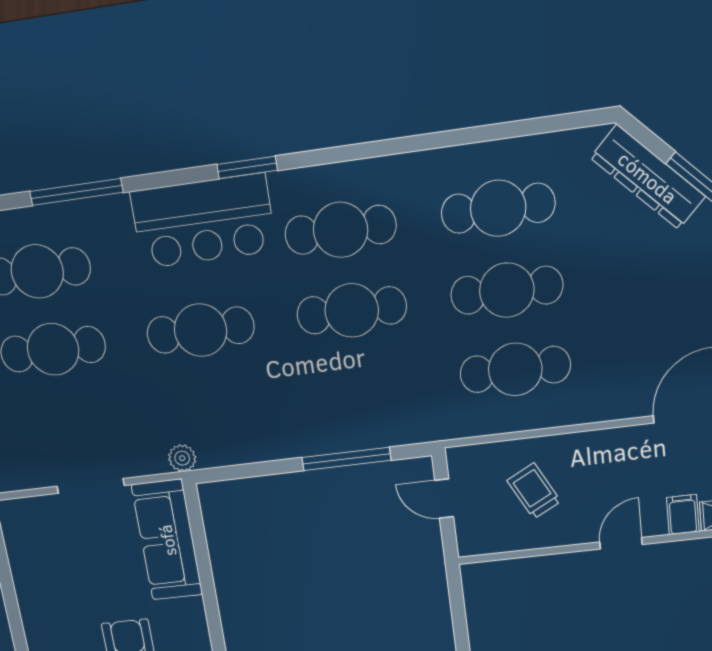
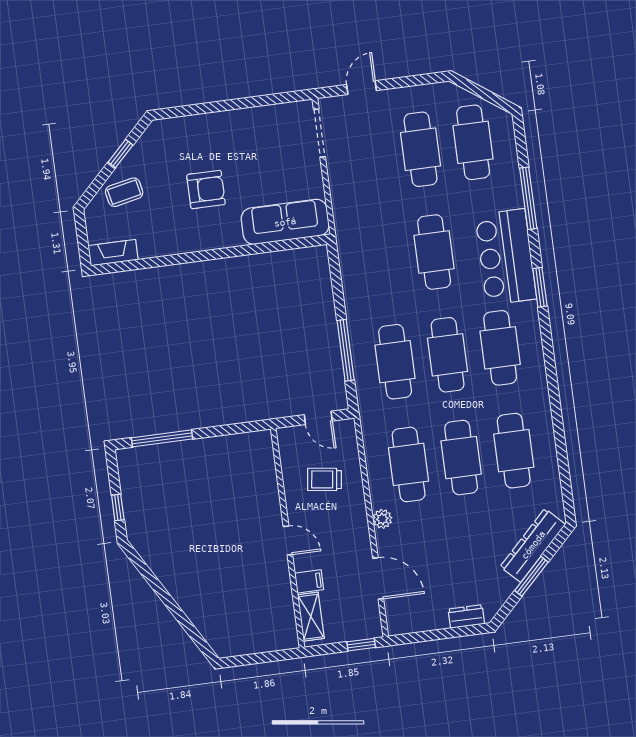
window: (76, 192) -> (528, 198), moved
cafe table: (363, 388) -> (395, 362), added
plant: (182, 458) -> (382, 519), moved
doorway: (91, 486) -> (319, 133), moved
trolley: (534, 491) -> (324, 479), turned -144
door: (444, 499) -> (318, 418), swing flipped

